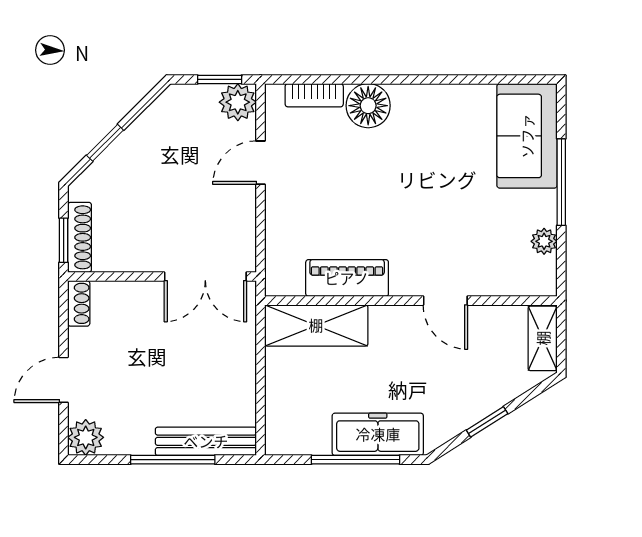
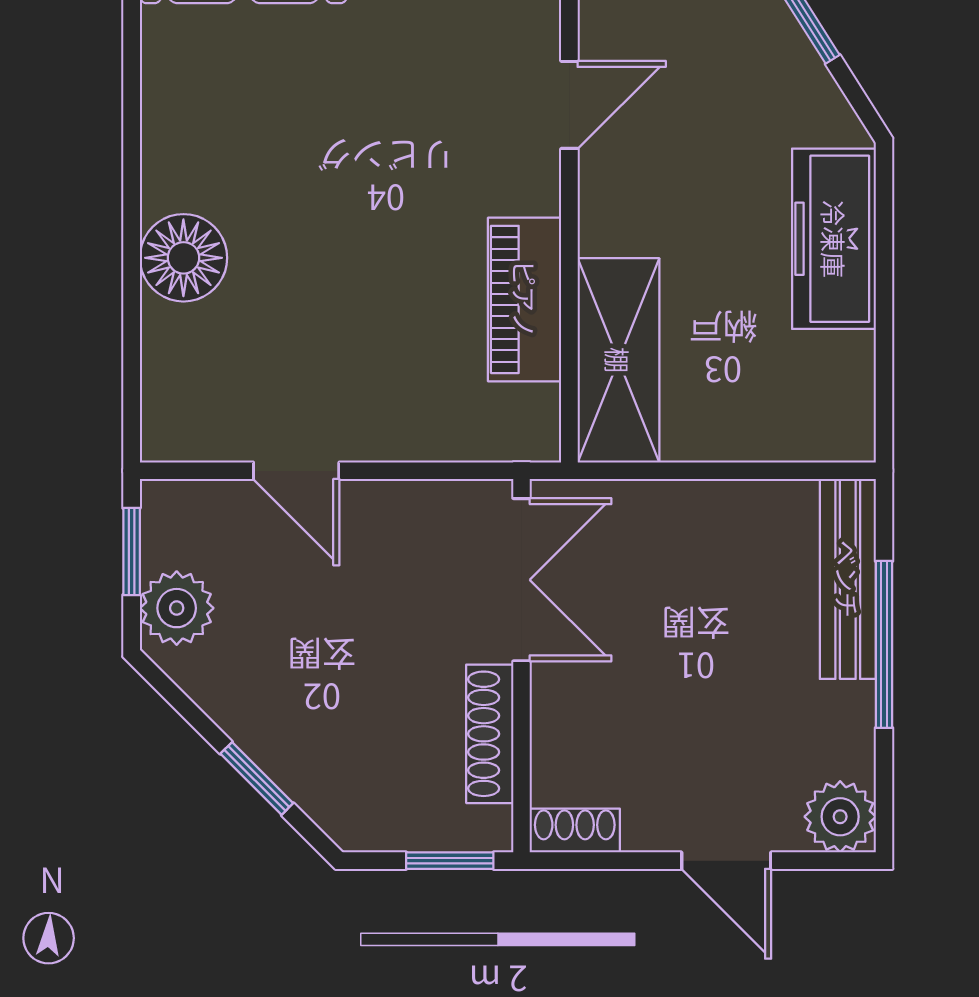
bookcase: (314, 95) -> (163, 365), removed
plant: (238, 102) -> (177, 608), moved
shoe rack: (80, 237) -> (490, 734), moved, turned -90
window: (355, 460) -> (884, 283), removed

